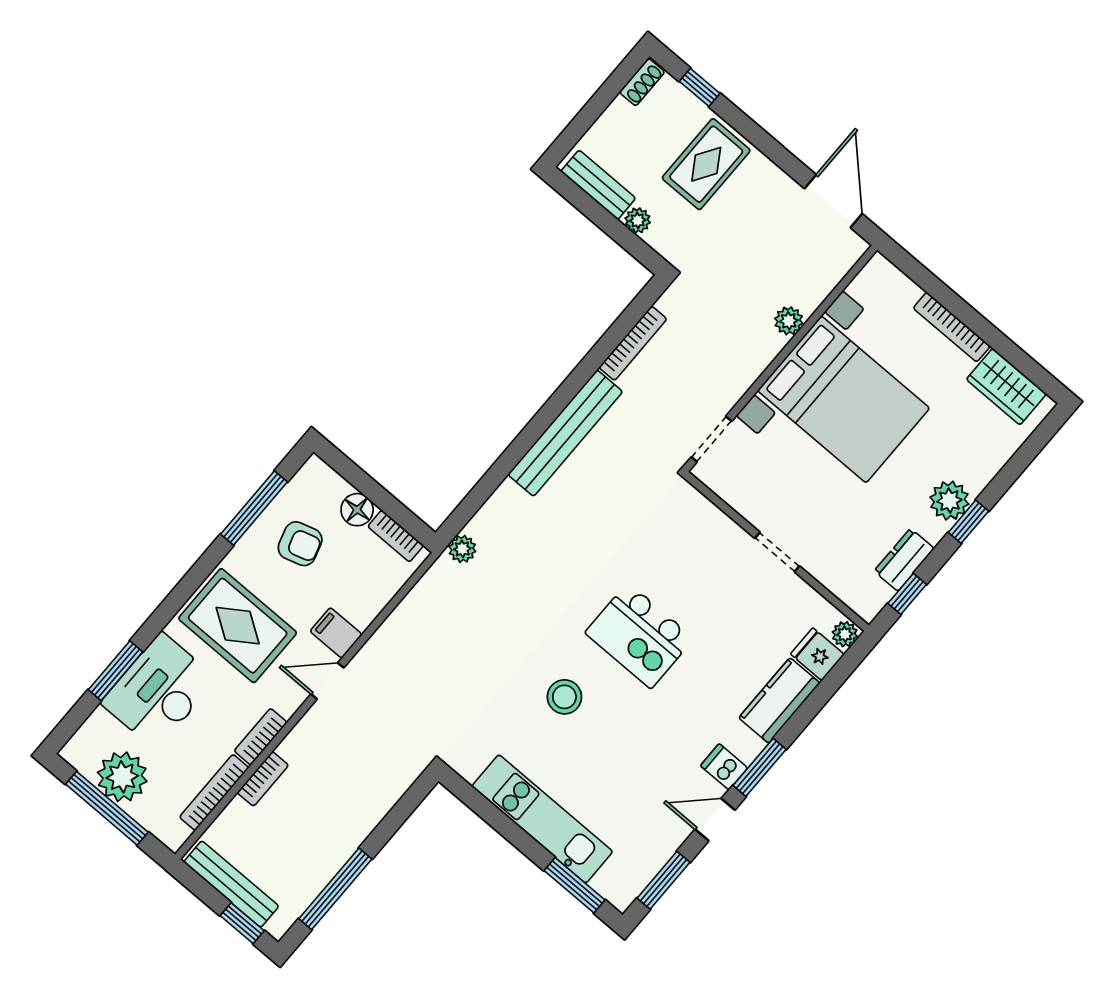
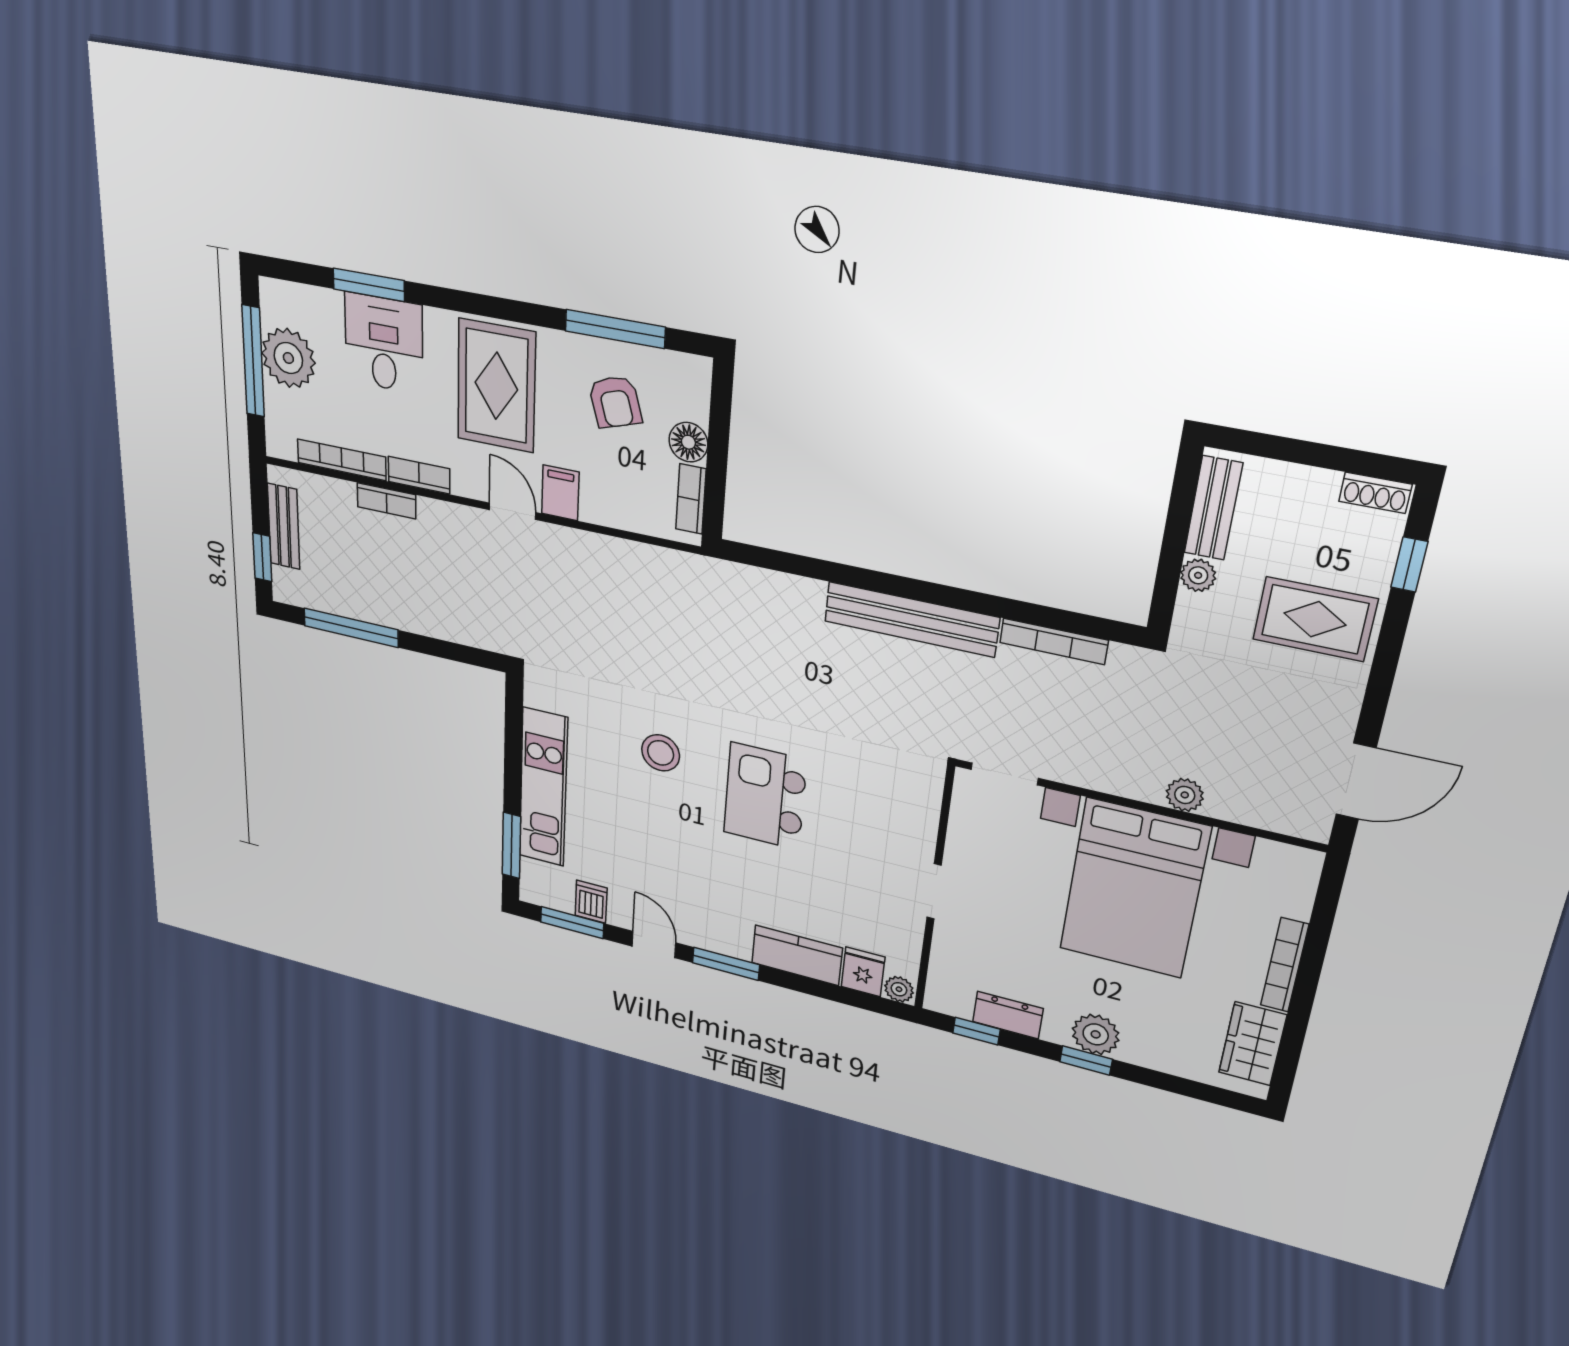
plant: (462, 549) -> (725, 576), removed
desk: (159, 691) -> (384, 343), width x0.73
dishwasher: (724, 767) -> (591, 902), moved
bench: (231, 884) -> (284, 527), width x0.73

